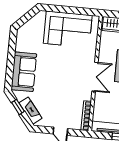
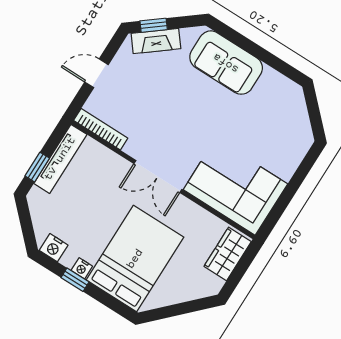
corner sofa: (68, 29) -> (235, 187), moved, turned 90
window: (18, 107) -> (154, 25), moved

